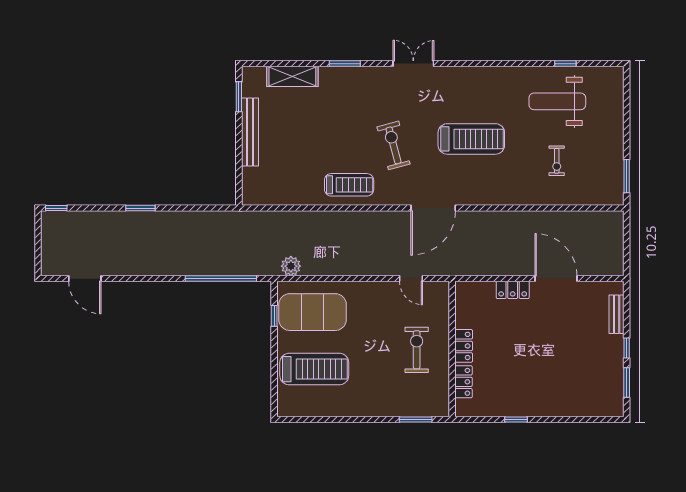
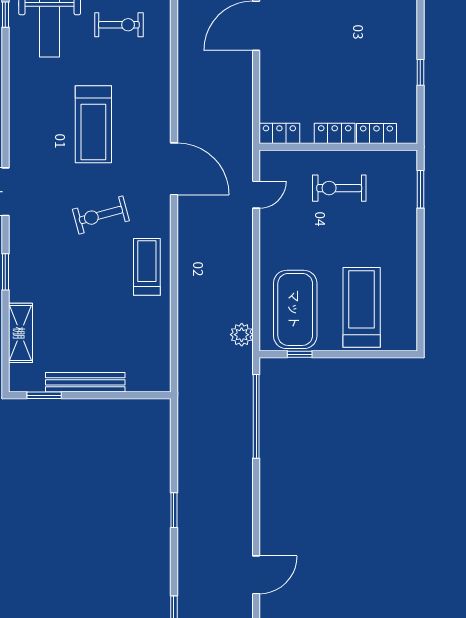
treadmill: (471, 139) -> (93, 124), turned 180
exercise bike: (557, 161) -> (119, 25), width x1.38, depth x1.39
locker: (513, 290) -> (279, 133), moved, turned -90

